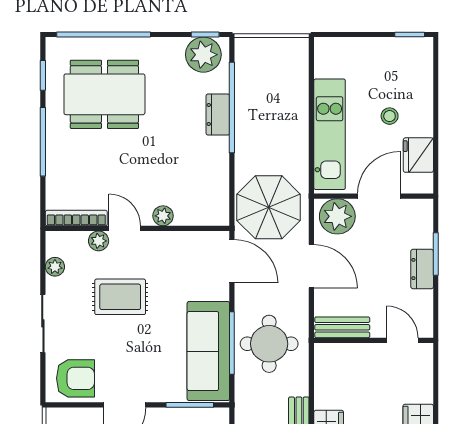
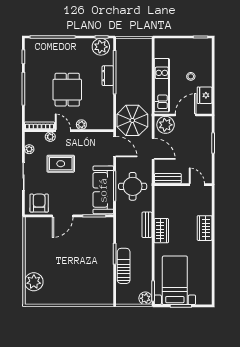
dining table: (104, 94) -> (67, 90), moved, width x0.73
dresser: (422, 269) -> (206, 150), removed
armchair: (75, 378) -> (39, 203), turned -90

